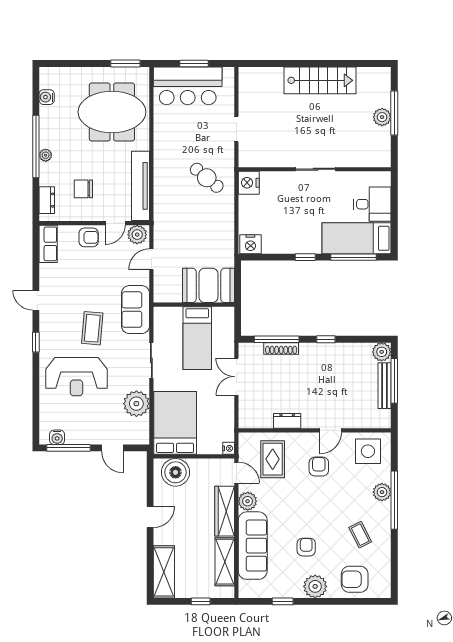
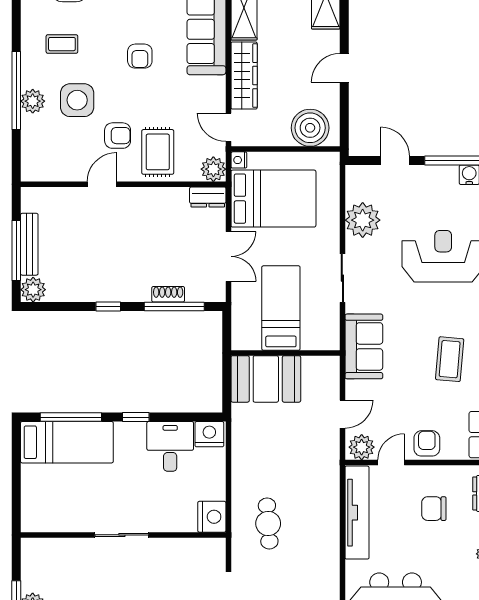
cafe table: (207, 178) -> (268, 523), turned 46
chair: (83, 189) -> (434, 509), turned 180
desk: (372, 204) -> (170, 446), moved, turned 90
armchair: (89, 237) -> (427, 443), turned 90
coffee table: (92, 328) -> (450, 359), moved
shoe rack: (281, 348) -> (168, 294), width x0.70
dresser: (287, 421) -> (208, 197), moved
bed: (175, 423) -> (273, 199), moved, turned -90
side table: (368, 451) -> (77, 100), moved
rug: (273, 459) -> (158, 152), moved
armchair: (319, 467) -> (118, 136), turned -90
plant: (248, 501) -> (213, 169), moved
coffee table: (360, 535) -> (62, 44), turned -63
armchair: (306, 547) -> (140, 56), moved

